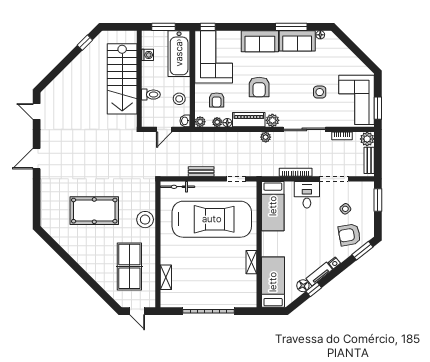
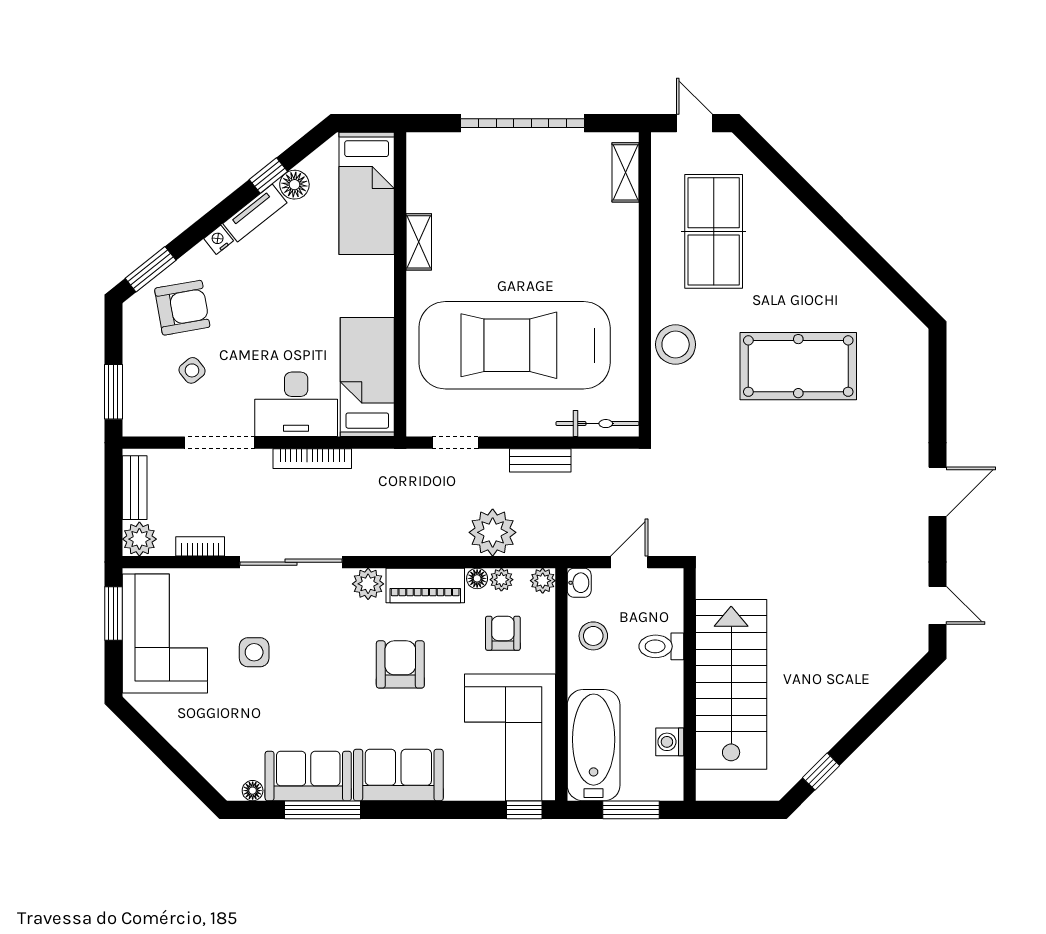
plant: (266, 137) -> (493, 532), moved, width x1.88, depth x1.88
desk: (307, 195) -> (296, 404), width x1.37
shelving: (166, 277) -> (626, 172), moved

